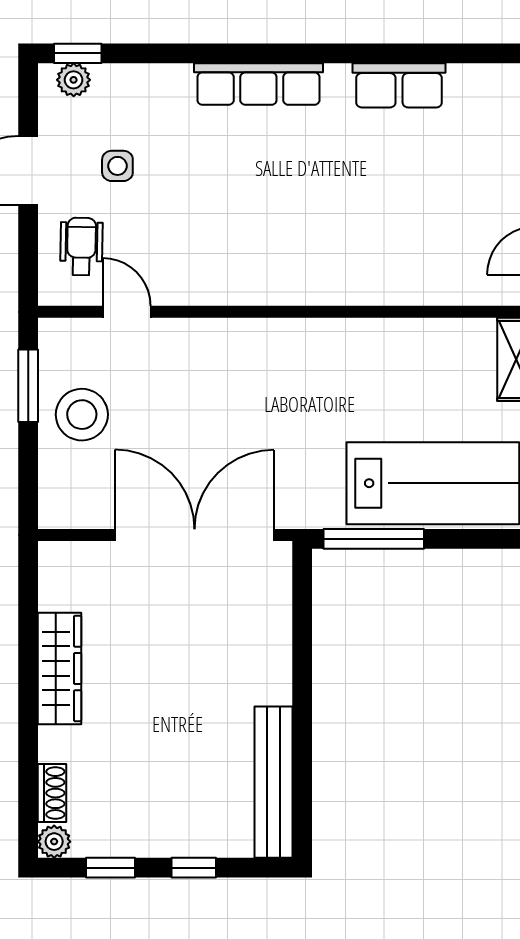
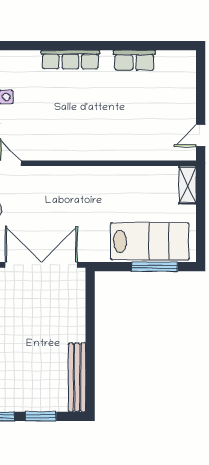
window: (374, 539) -> (155, 267), moved
window: (194, 868) -> (41, 416), width x1.50

